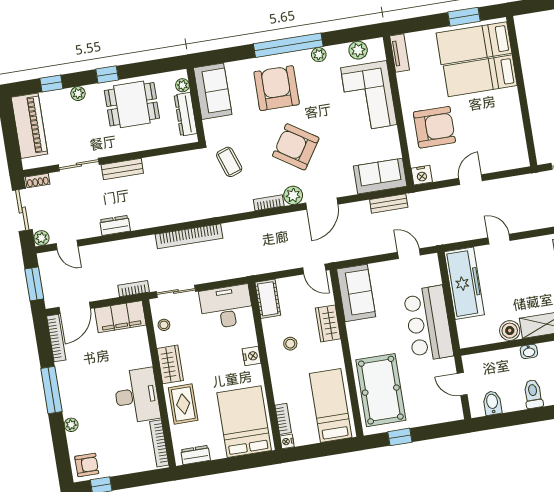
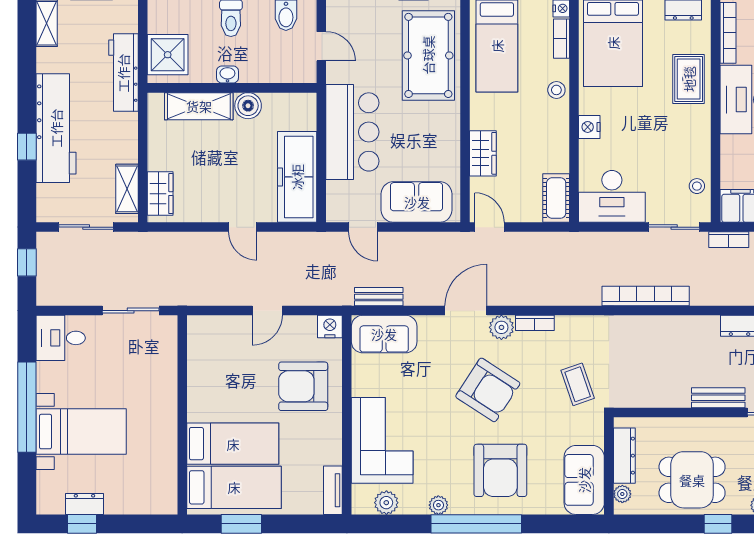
sofa: (356, 293) -> (417, 202), moved, turned 90
stool: (290, 344) -> (556, 90), moved
wardrobe: (170, 364) -> (697, 133), removed

